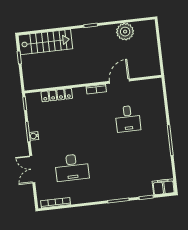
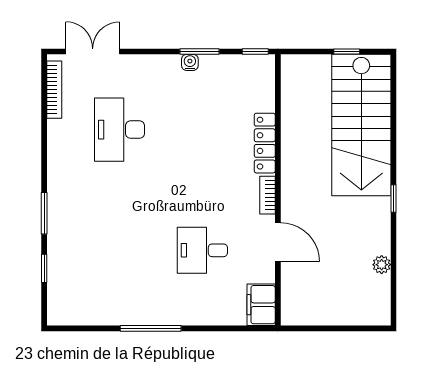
plant: (125, 32) -> (382, 265), width x0.53, depth x0.53
stairs: (45, 42) -> (361, 125), width x1.36, depth x1.51
locker: (57, 95) -> (265, 143), moved
double door: (32, 169) -> (93, 52), moved
filing cabinet: (164, 187) -> (261, 305), moved, turned 180

